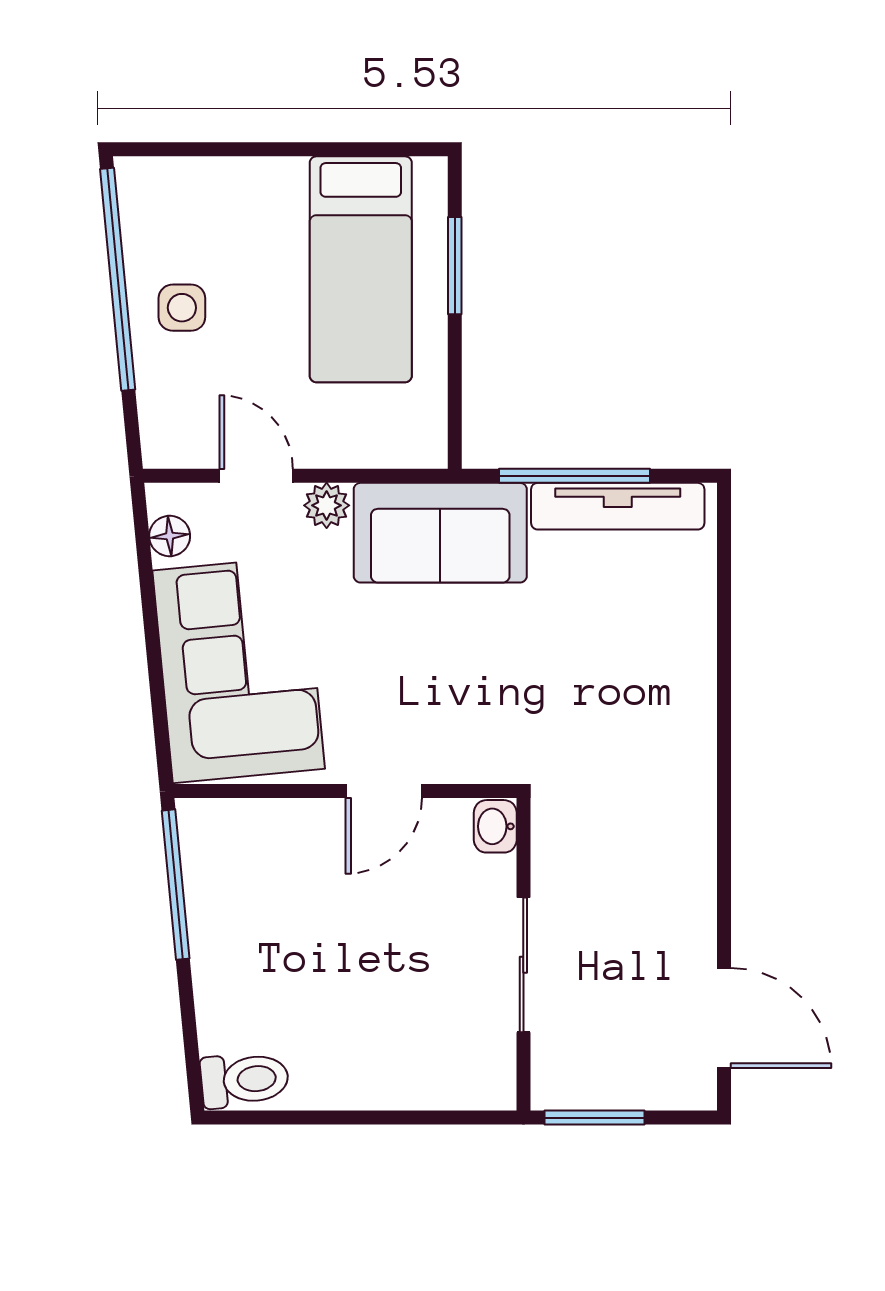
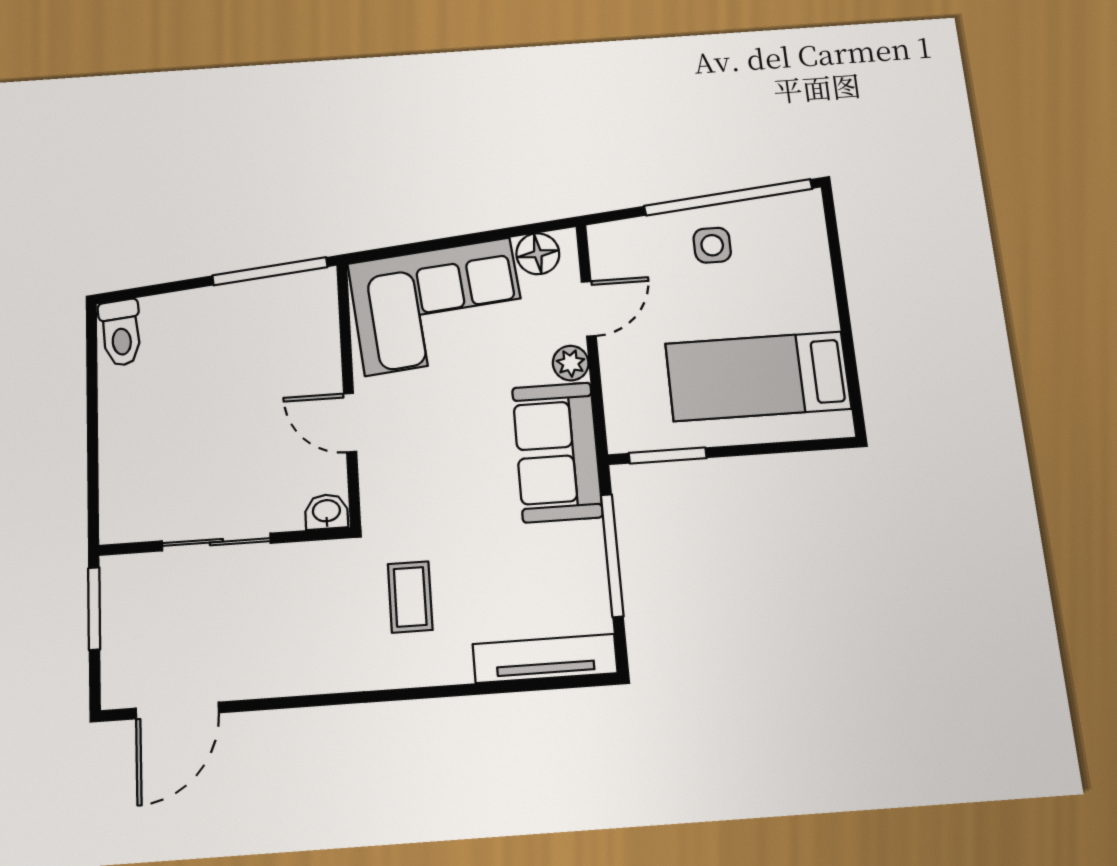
window: (455, 266) -> (668, 456), moved
tv unit: (618, 506) -> (545, 658), moved, turned 90
floor lamp: (170, 536) -> (538, 254), width x1.37, depth x1.37
coffee table: (608, 729) -> (410, 597), added

